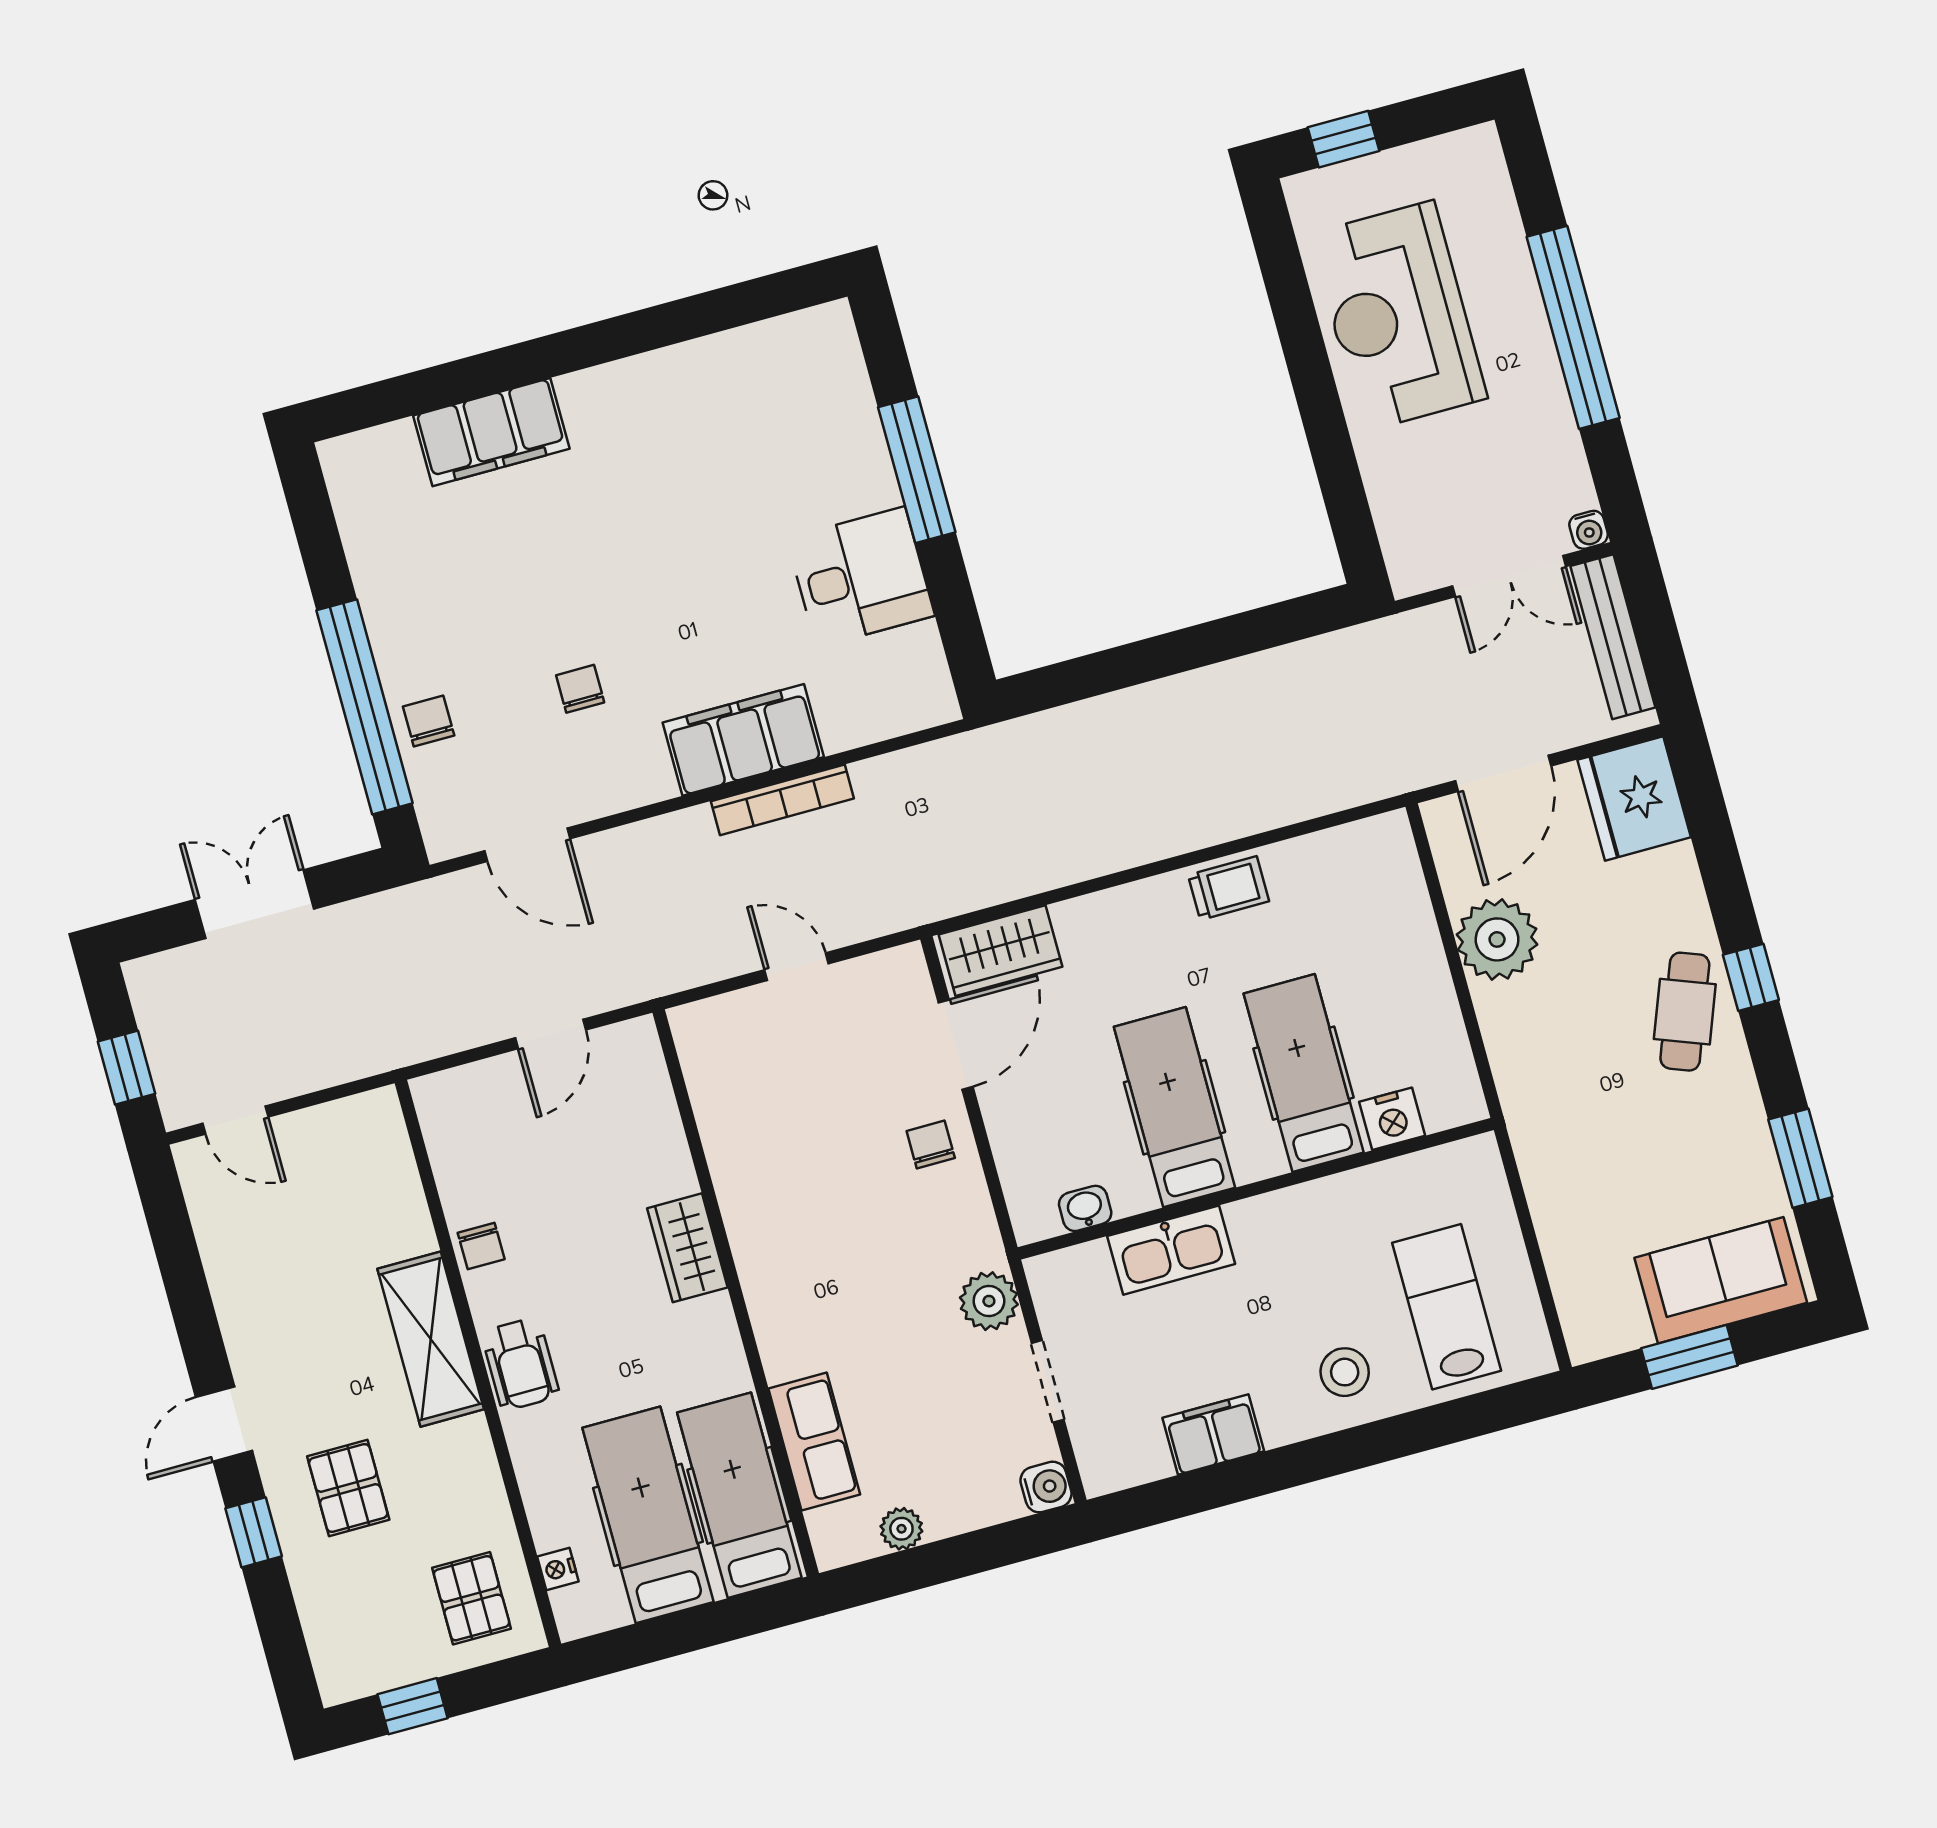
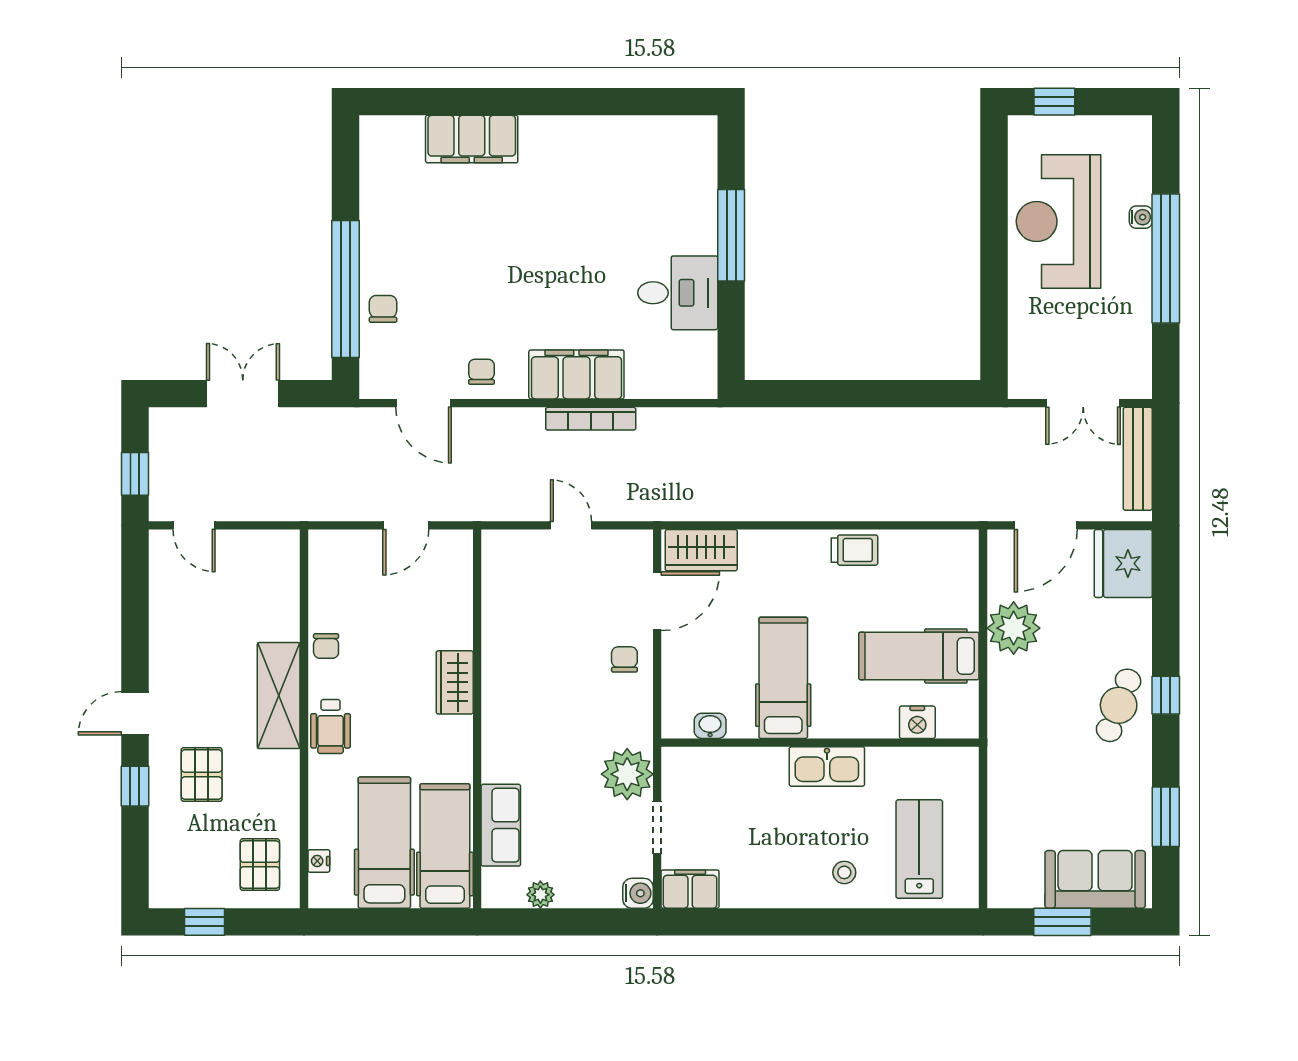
water cooler: (1589, 530) -> (1141, 217), moved, turned -90
chair: (580, 689) -> (481, 372), moved
hospital bed: (1304, 1073) -> (919, 656), moved, turned -90
kitchen sink: (1171, 1250) -> (827, 766), moved
plant: (989, 1301) -> (627, 774), width x1.36, depth x1.36
stool: (1345, 1372) -> (844, 872), width x0.73, depth x0.73
filing cabinet: (1213, 1435) -> (690, 889), moved

